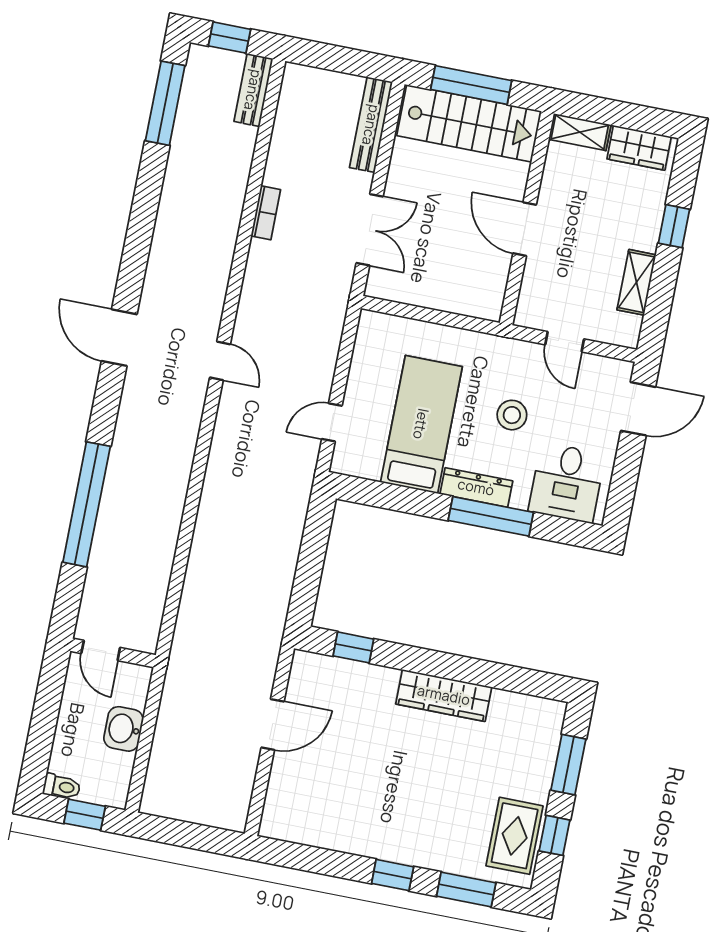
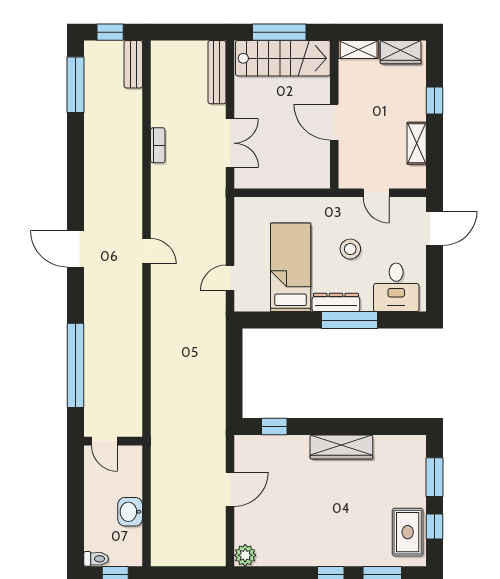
door: (101, 651) -> (104, 441), moved
wall: (113, 653) -> (113, 441), moved
plant: (276, 823) -> (245, 555), added

